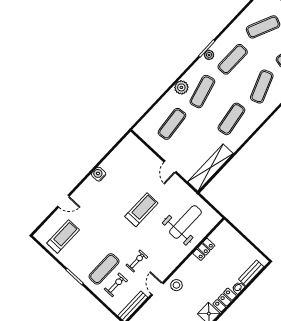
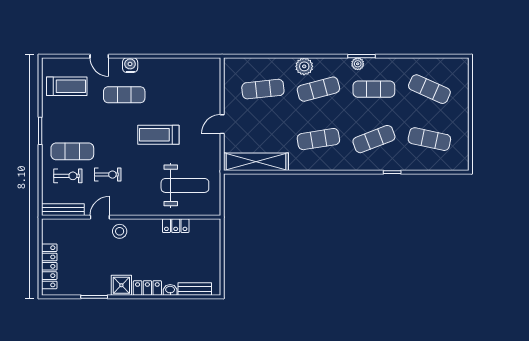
water cooler: (99, 174) -> (130, 65), moved
exercise mat: (99, 208) -> (124, 95), added
treadmill: (141, 210) -> (158, 135), turned 180

